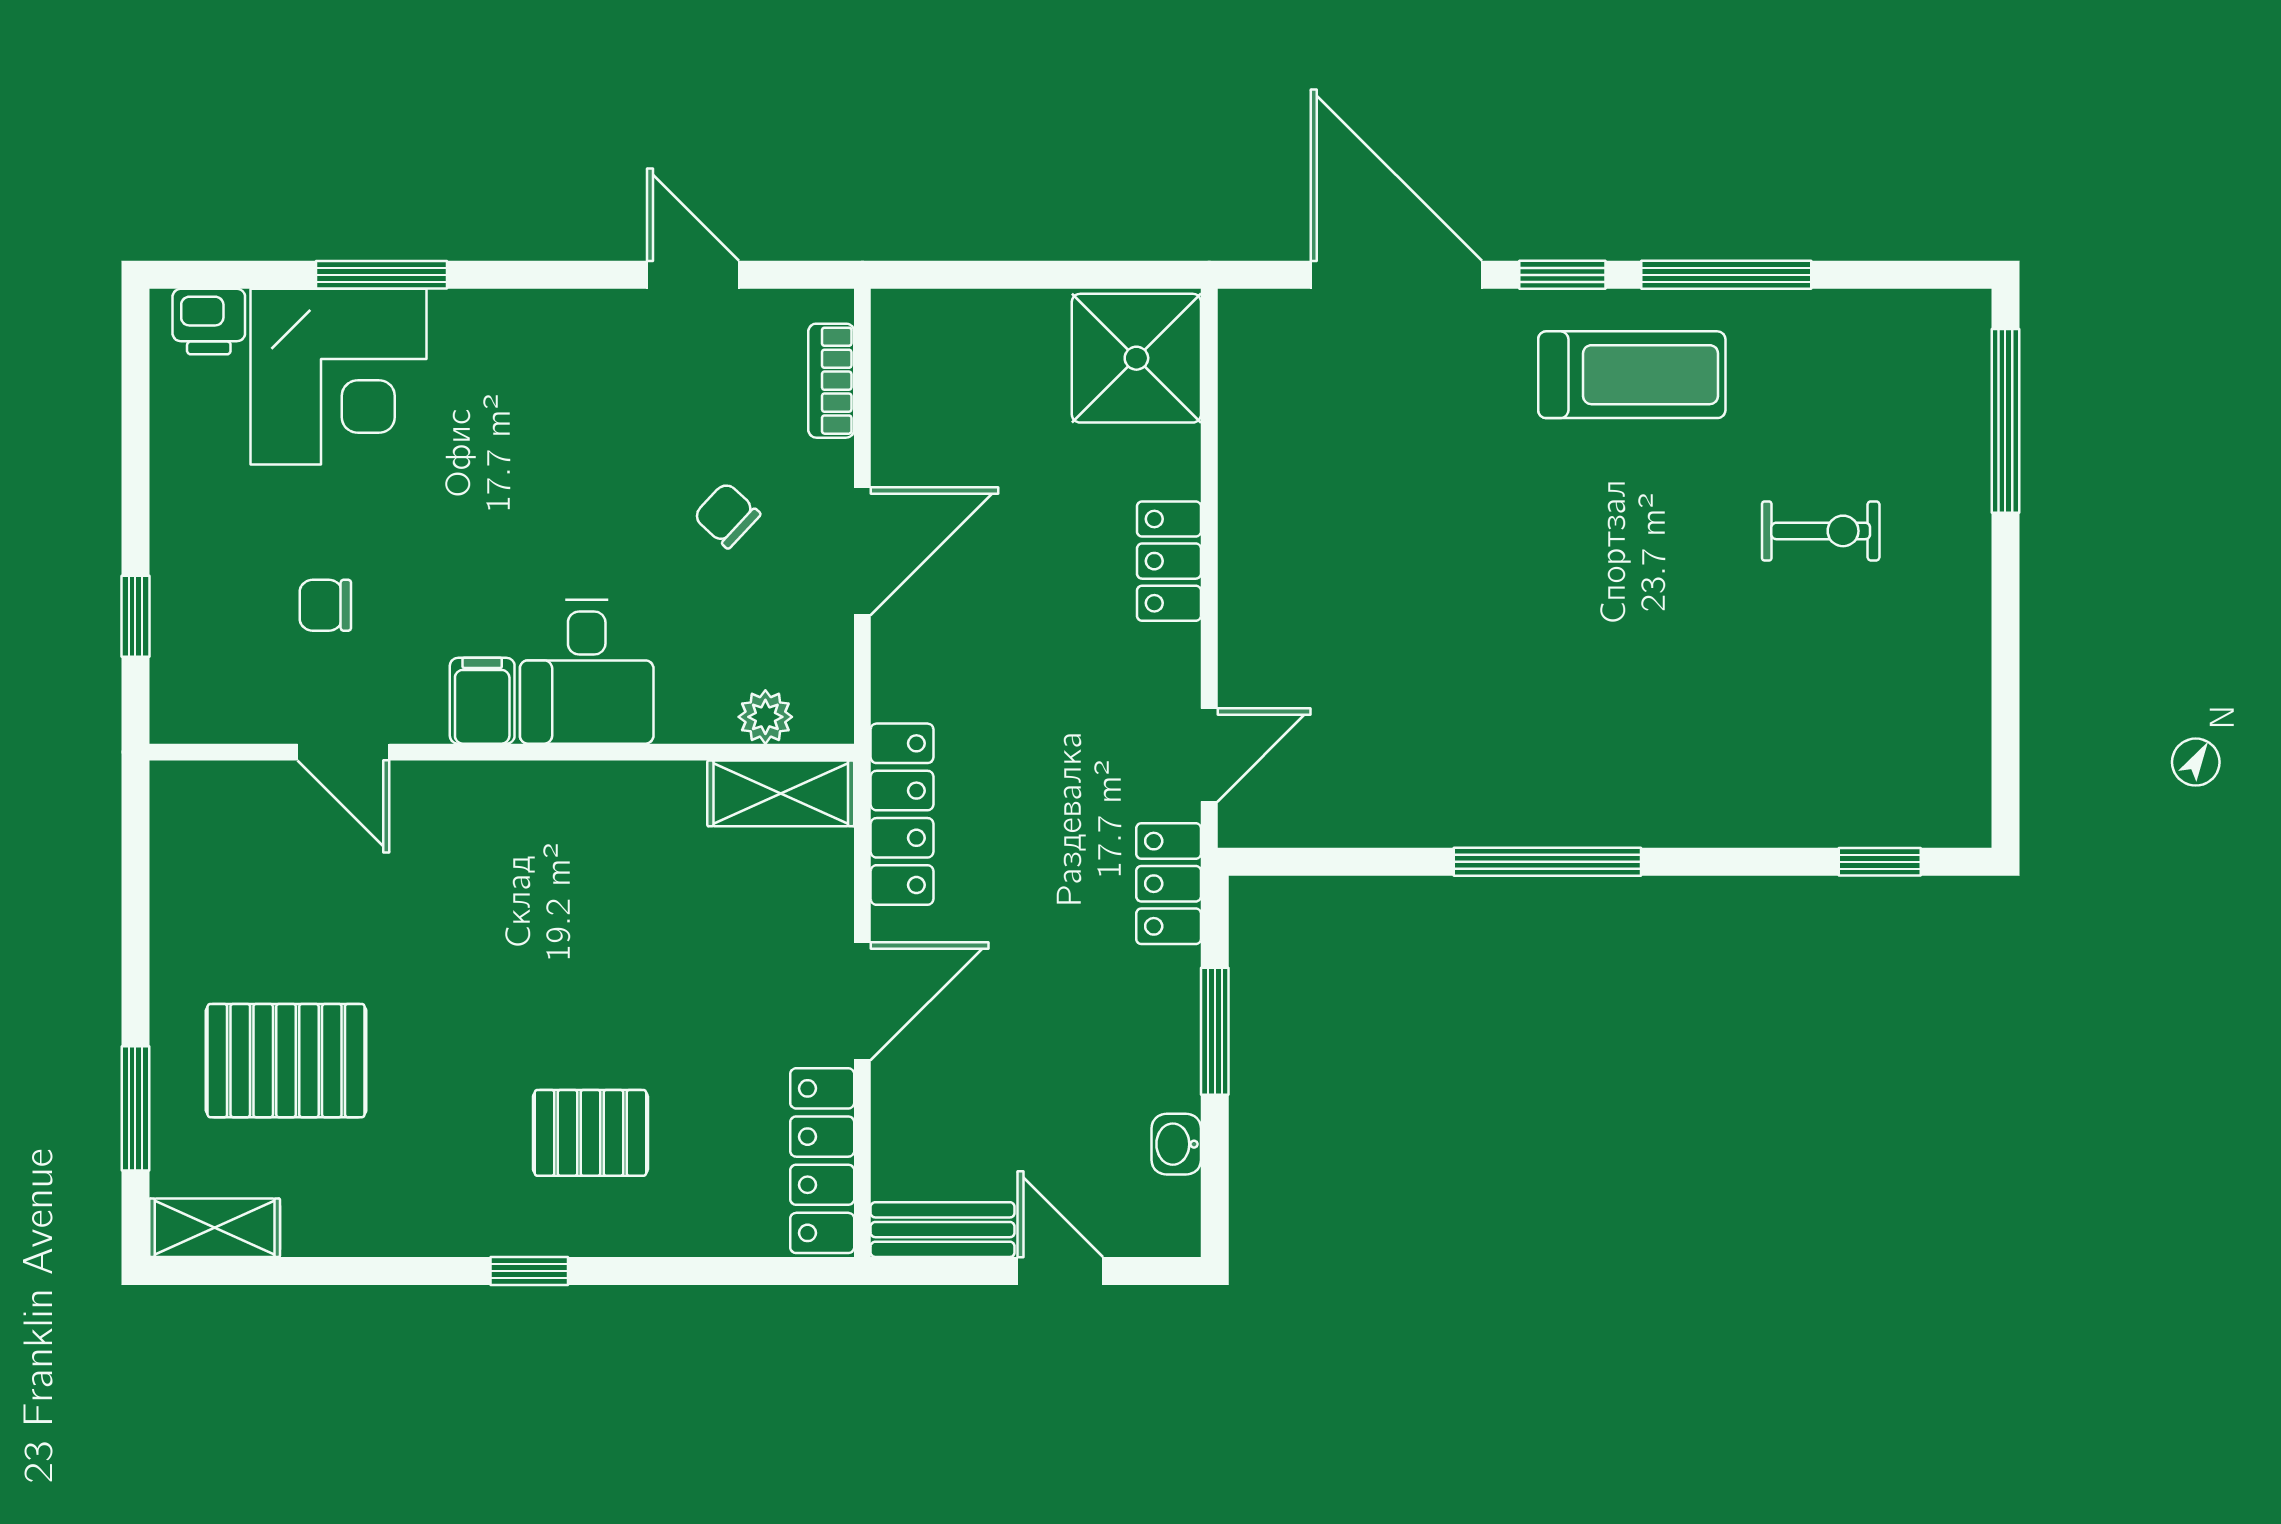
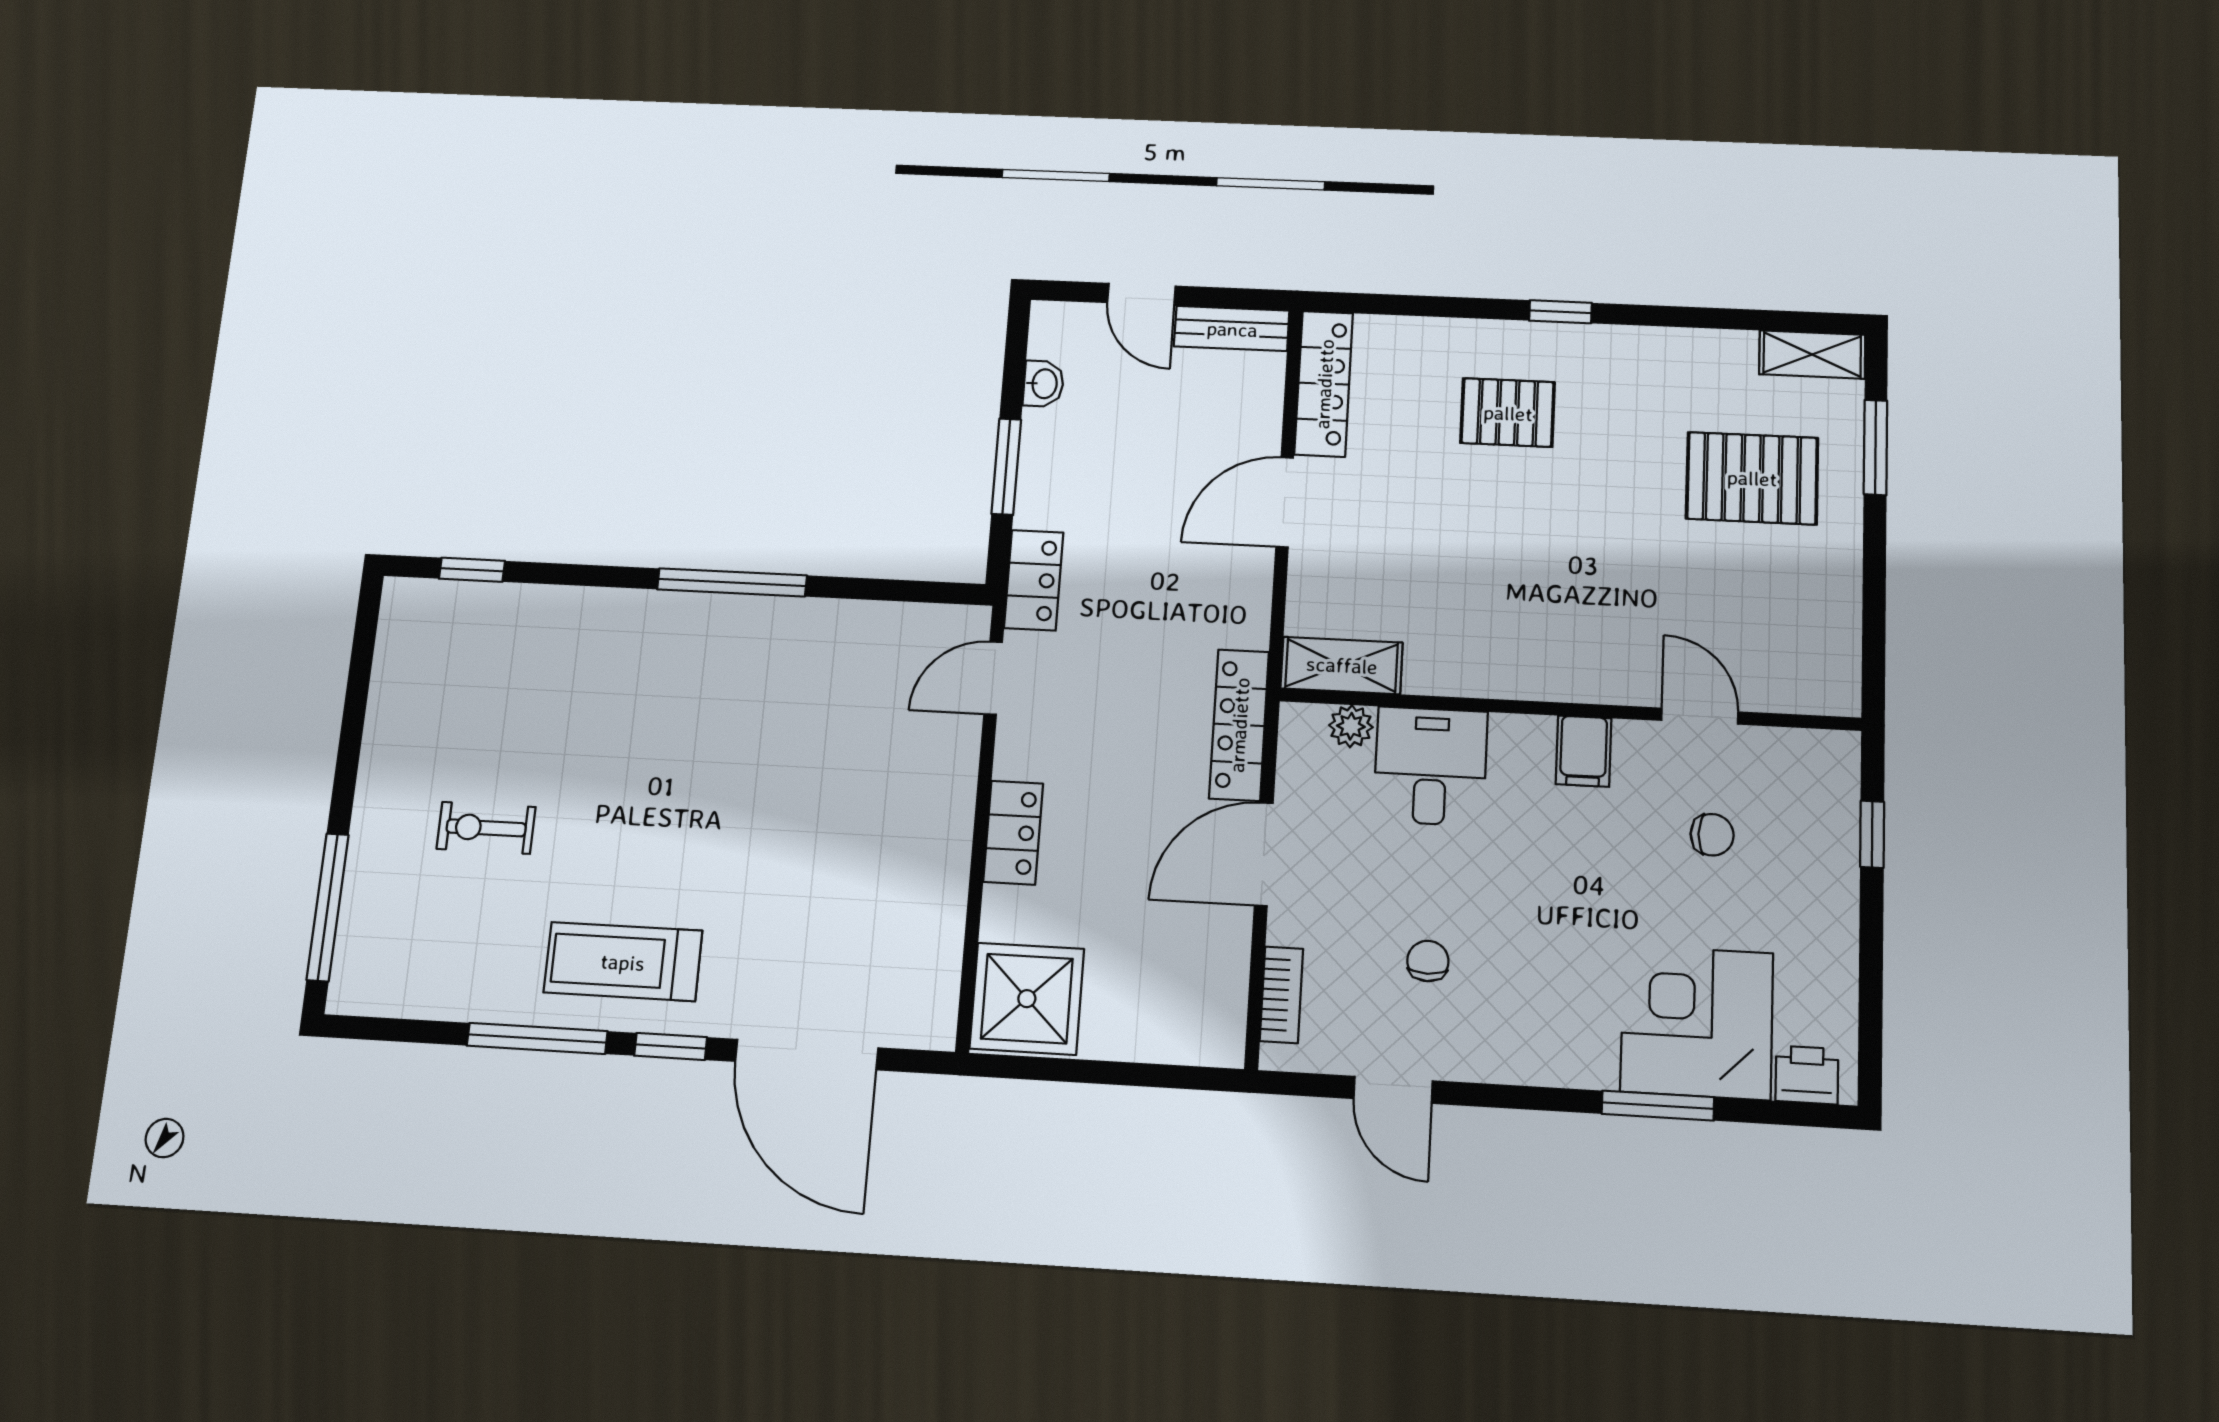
chair: (727, 515) -> (1428, 961), moved, turned -133
desk: (587, 672) -> (1431, 766), moved
locker: (902, 814) -> (1239, 725), moved

